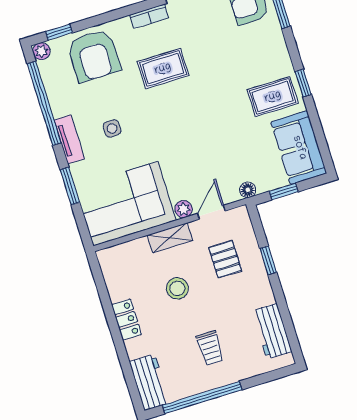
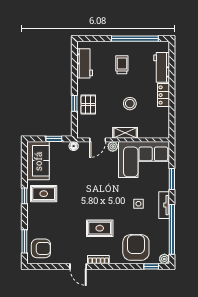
pallet: (225, 259) -> (88, 105), moved
workbench: (150, 382) -> (162, 67), moved

